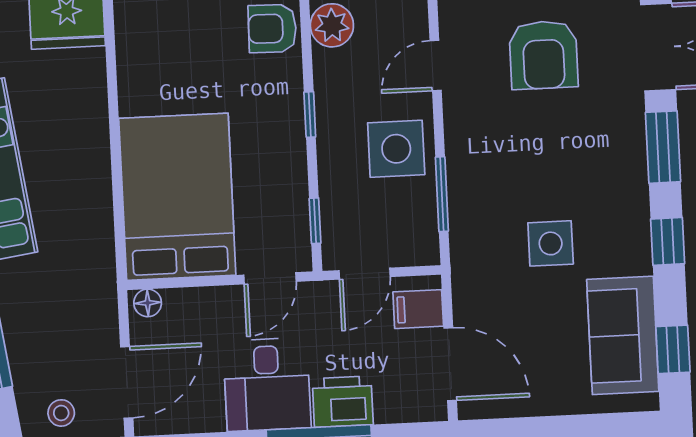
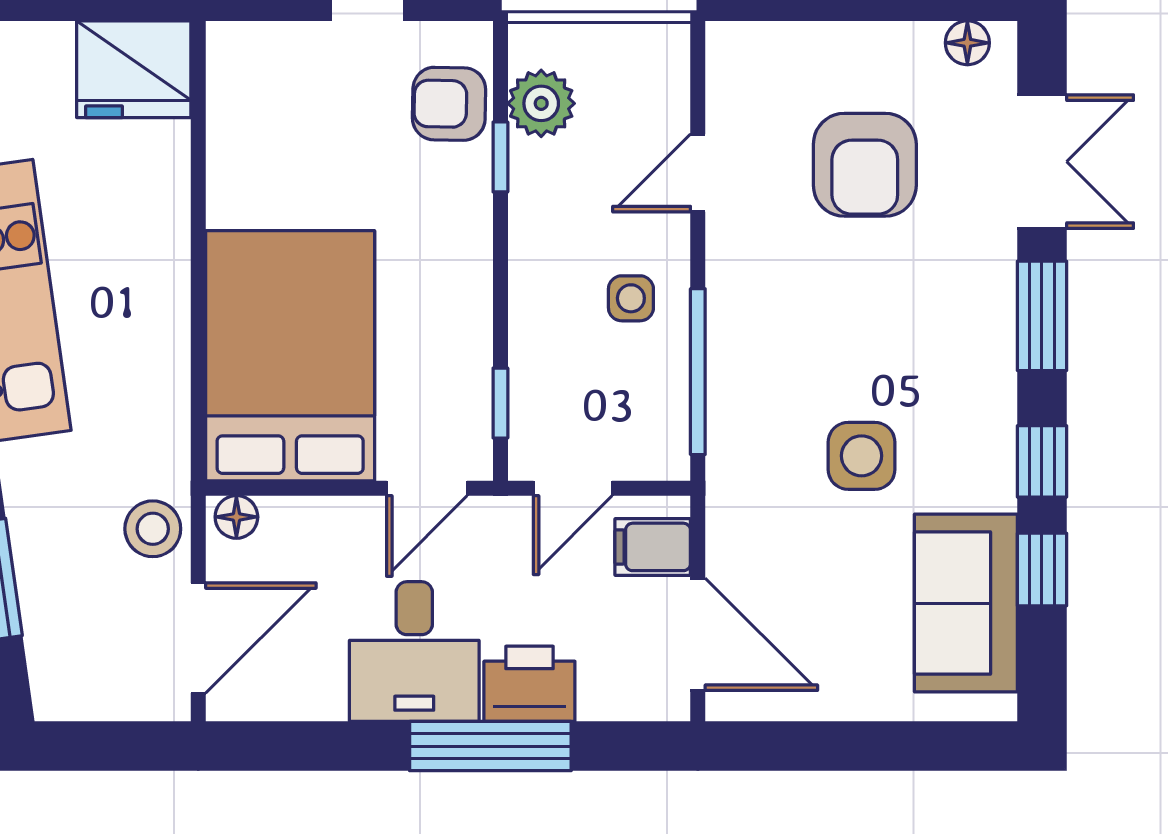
window: (310, 114) -> (500, 157), moved
side table: (396, 149) -> (631, 298), width x0.54, depth x0.54
window: (442, 194) -> (698, 372), width x1.44
window: (673, 349) -> (1042, 569), moved
stool: (61, 413) -> (153, 529), moved, width x1.37, depth x1.37

